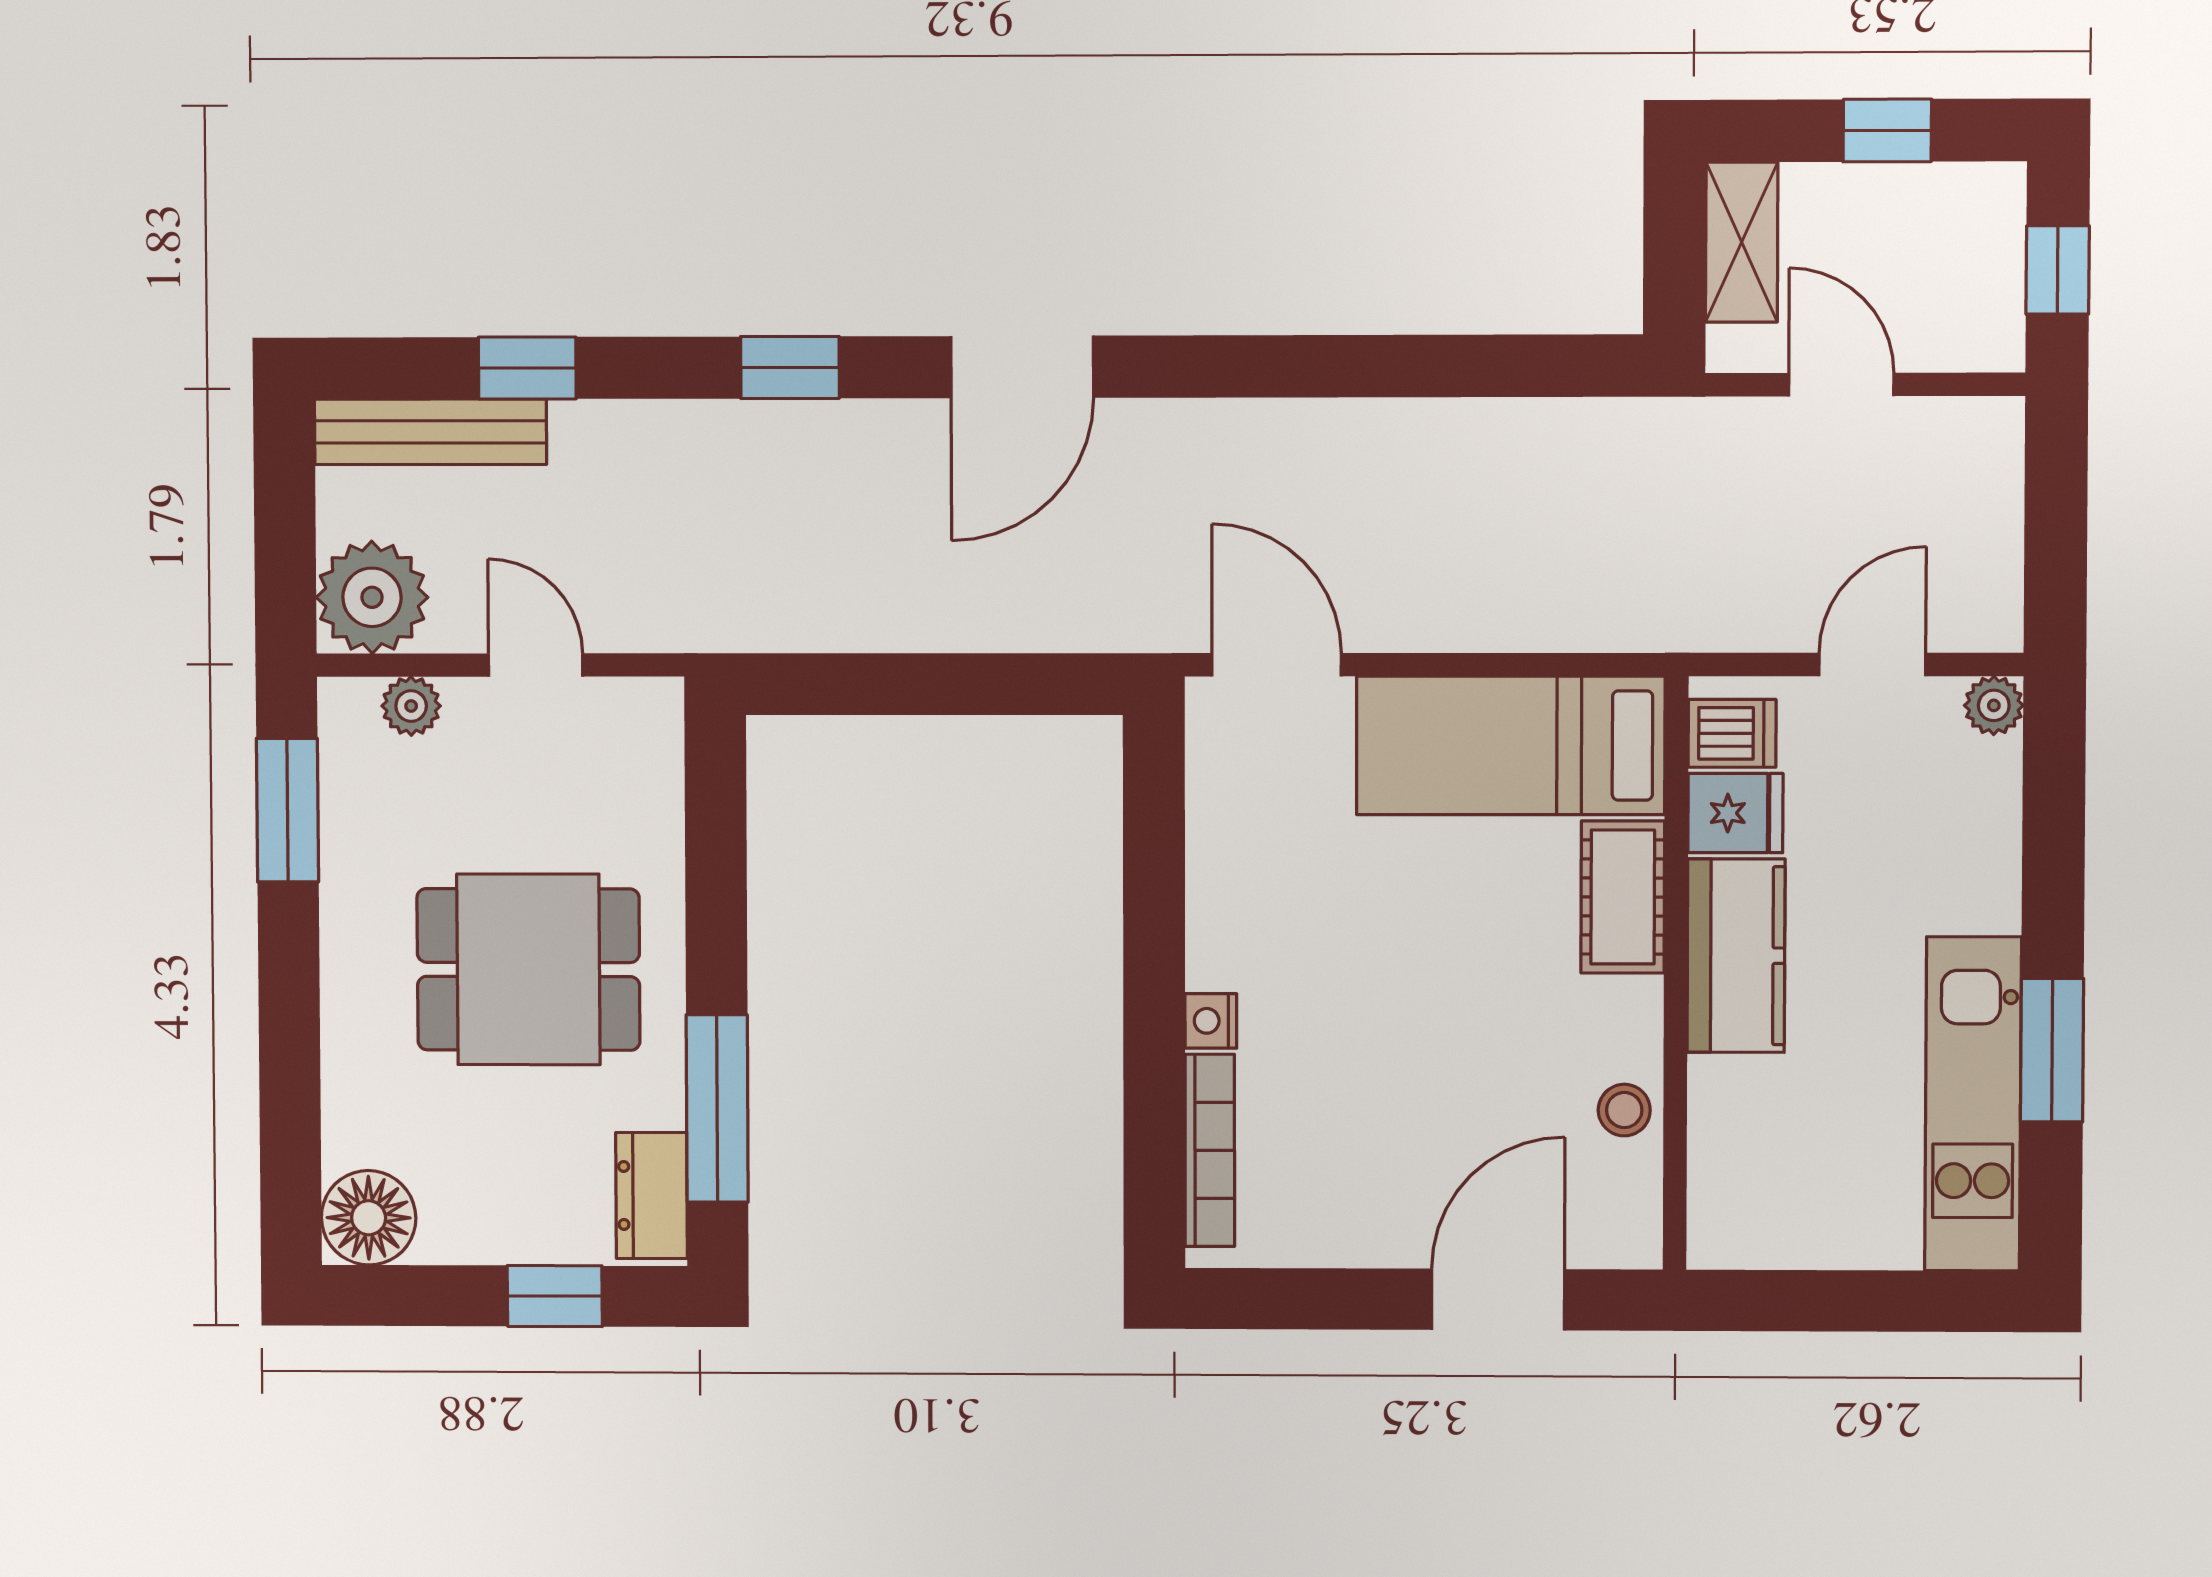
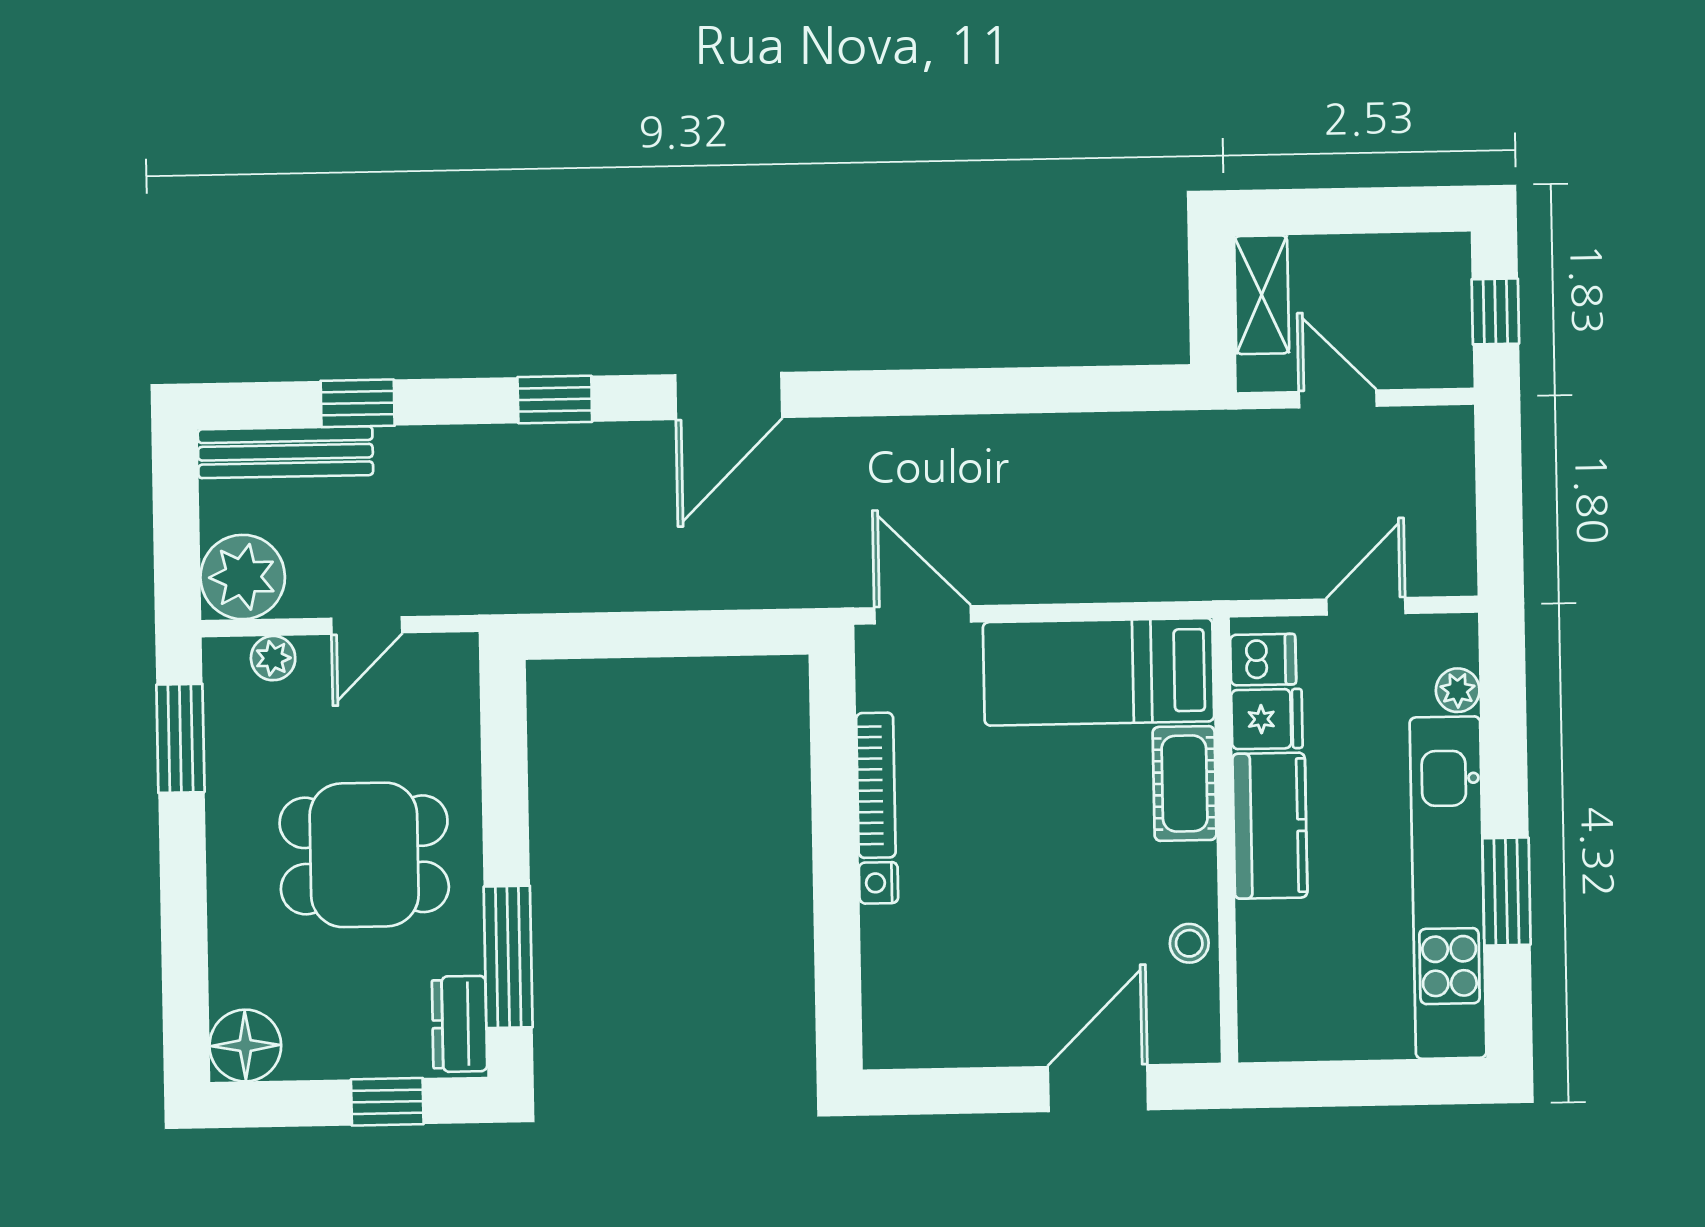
window: (1887, 130) -> (1367, 211), removed
door: (536, 665) -> (367, 626), swing flipped
plant: (1994, 705) -> (1458, 690), moved
kitchen unit: (1973, 1104) -> (1448, 888), width x1.36
bookcase: (1210, 1150) -> (876, 785), moved

